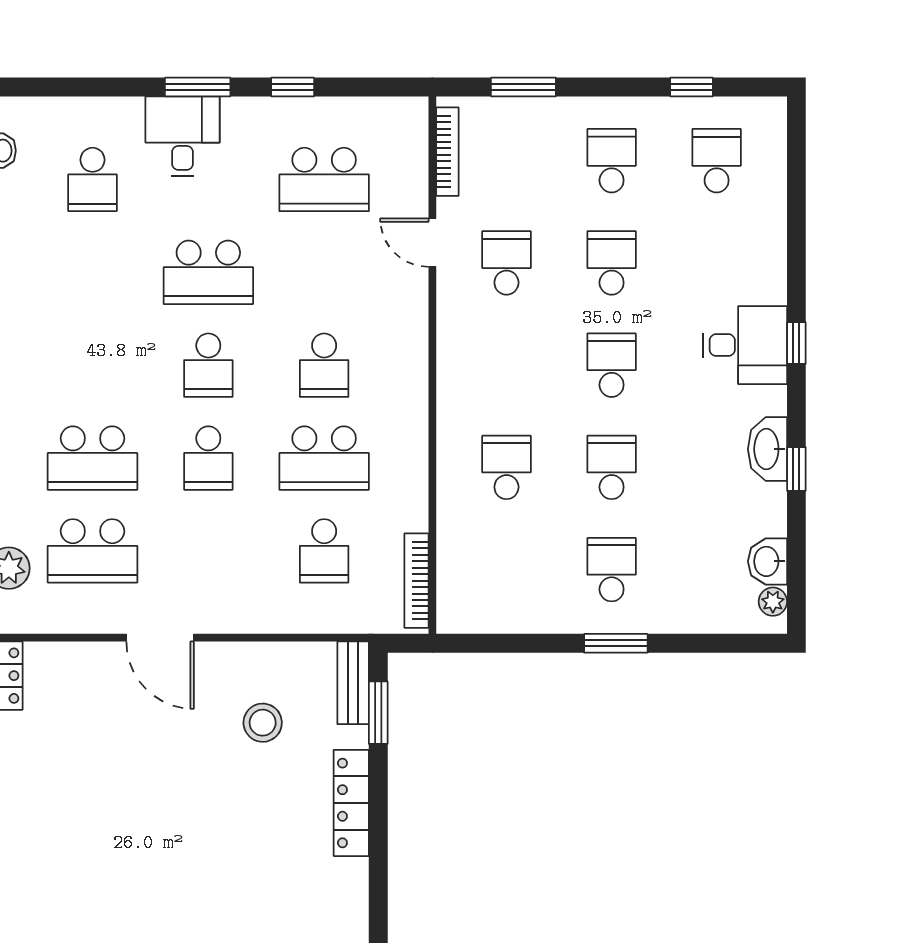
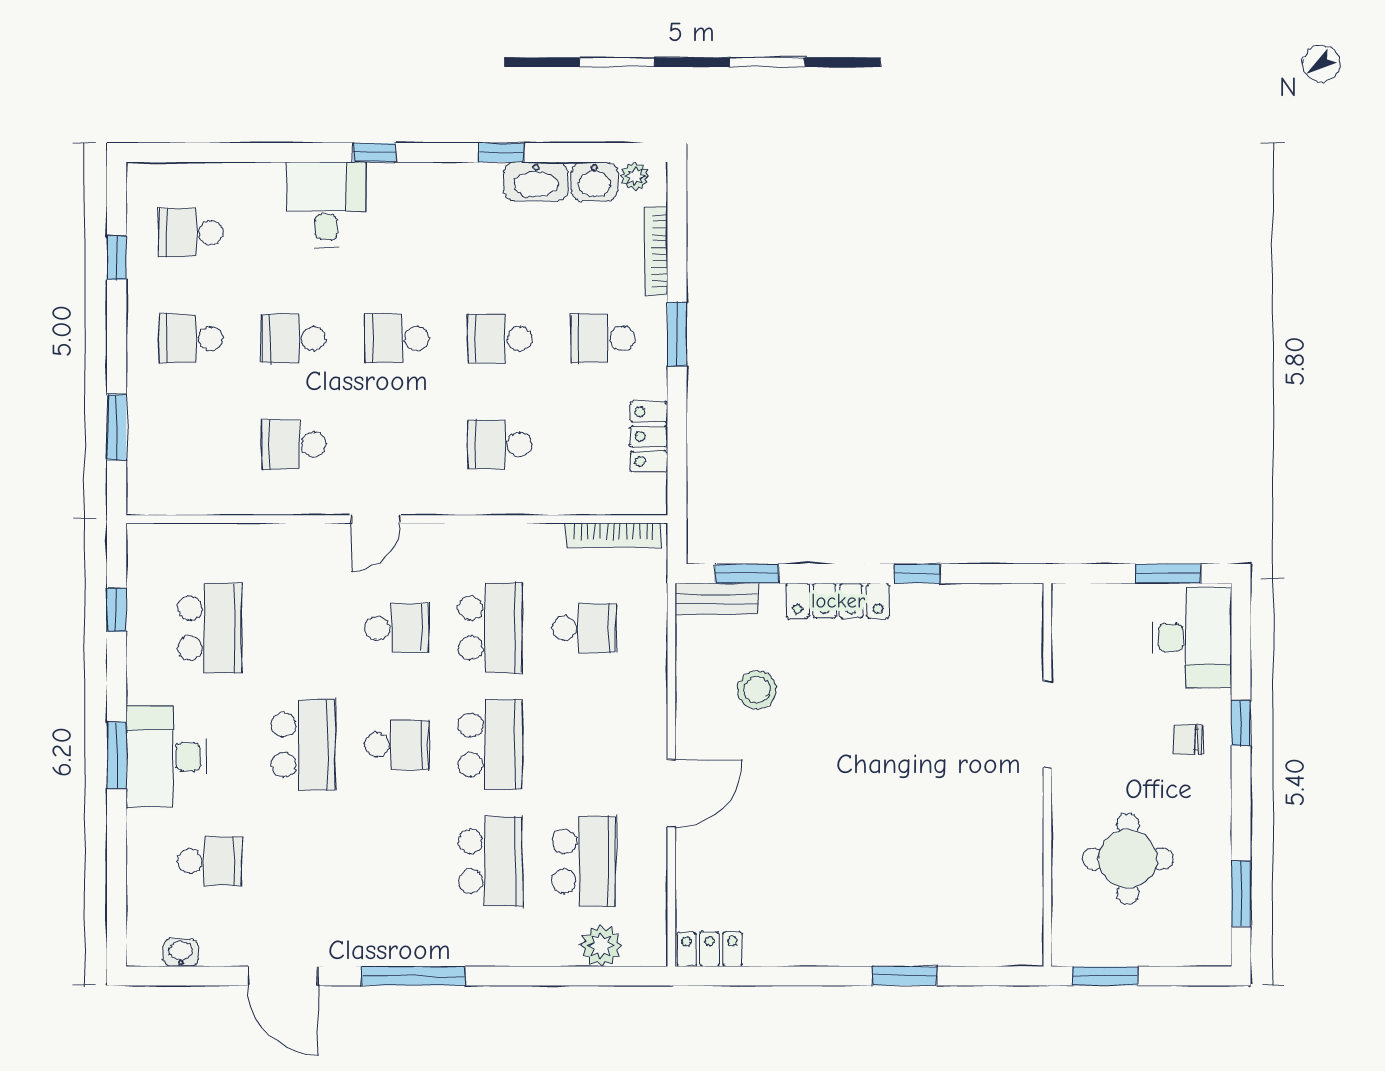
window: (293, 87) -> (117, 610), moved
desk: (183, 136) -> (166, 757), width x1.37
bookcase: (447, 152) -> (656, 251), moved, turned -90
door: (432, 243) -> (376, 519), moved
desk: (745, 345) -> (326, 204), moved
washbasin: (767, 449) -> (536, 182), moved
school desk: (208, 458) -> (490, 745), width x1.85
locker: (514, 615) -> (649, 437), added
window: (378, 882) -> (917, 574), added

